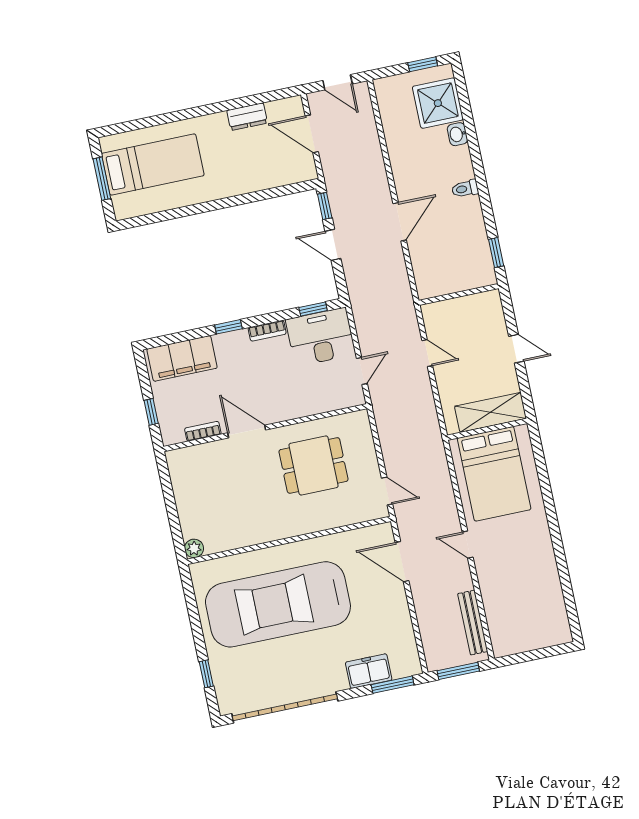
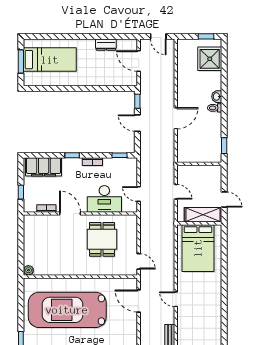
washbasin: (457, 134) -> (217, 97), moved
desk: (321, 337) -> (104, 199), moved, turned 180
door: (362, 371) -> (139, 194), swing flipped
shelving: (490, 412) -> (203, 215), moved
wall: (487, 429) -> (199, 223), moved
dining table: (314, 465) -> (102, 239), turned 90
bed: (494, 474) -> (198, 248), moved

